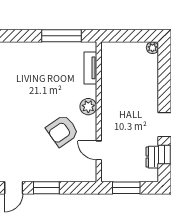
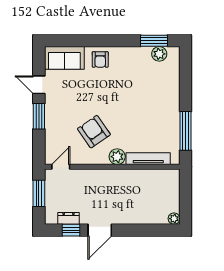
tv unit: (90, 68) -> (148, 159), width x1.41
door: (99, 150) -> (61, 167), moved

